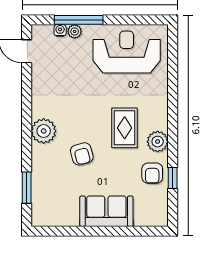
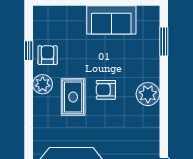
armchair: (82, 154) -> (106, 90), moved, turned -75
sofa: (106, 211) -> (111, 20), moved

